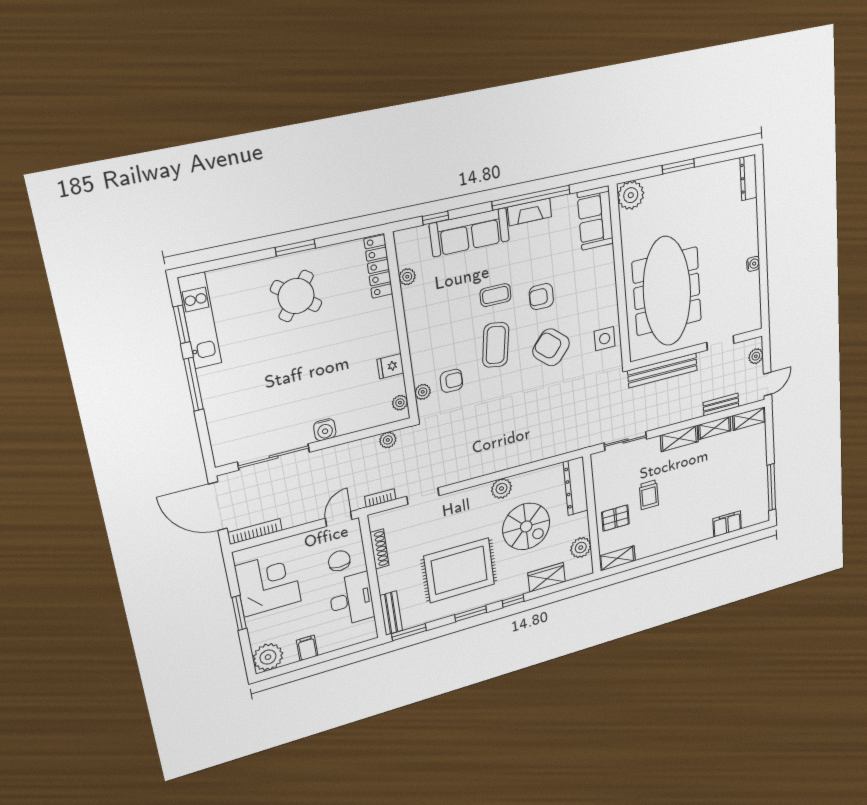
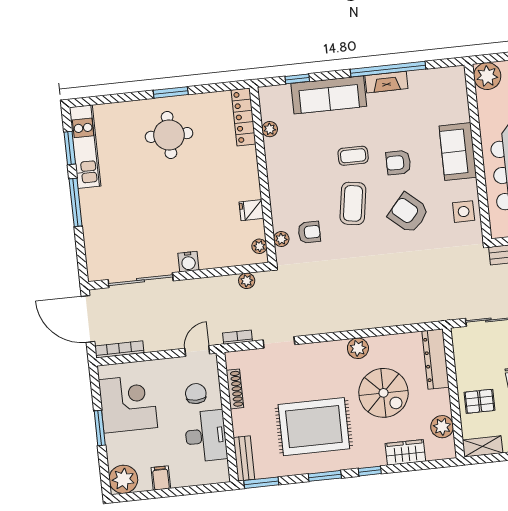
sofa: (595, 218) -> (458, 152), moved
round table: (296, 296) -> (169, 135), turned -37

